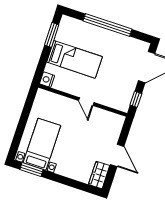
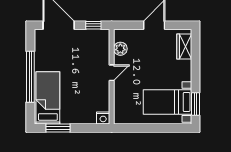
bed: (74, 59) -> (48, 98), moved
plant: (106, 117) -> (120, 49), added
wardrobe: (99, 175) -> (184, 47), moved, turned 90

